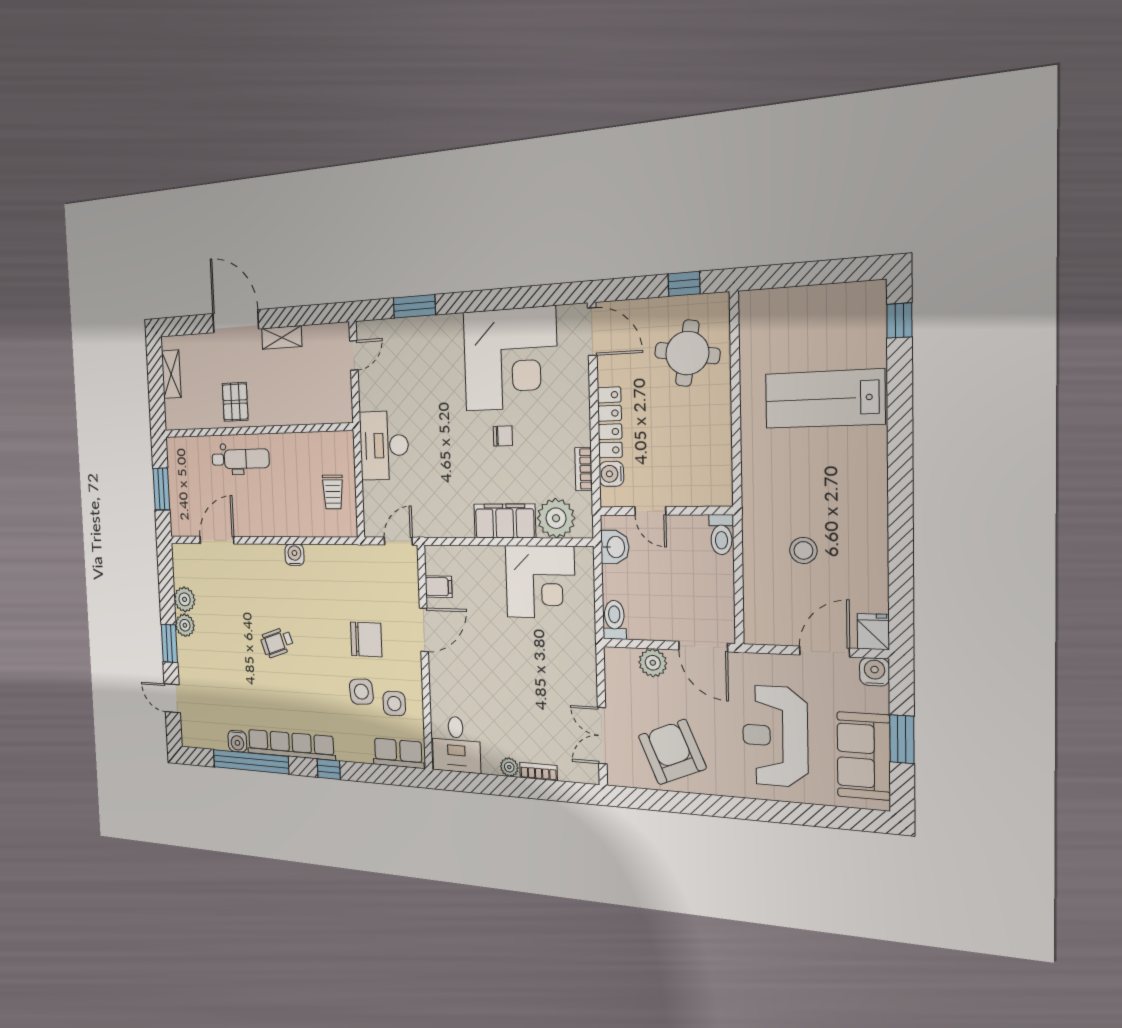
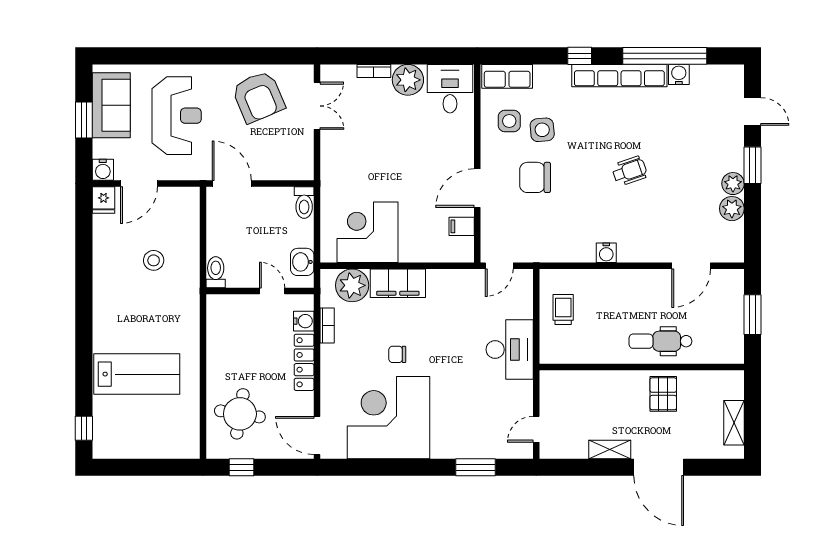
plant: (653, 663) -> (273, 169), removed
plant: (509, 767) -> (408, 80), width x1.88, depth x1.88

